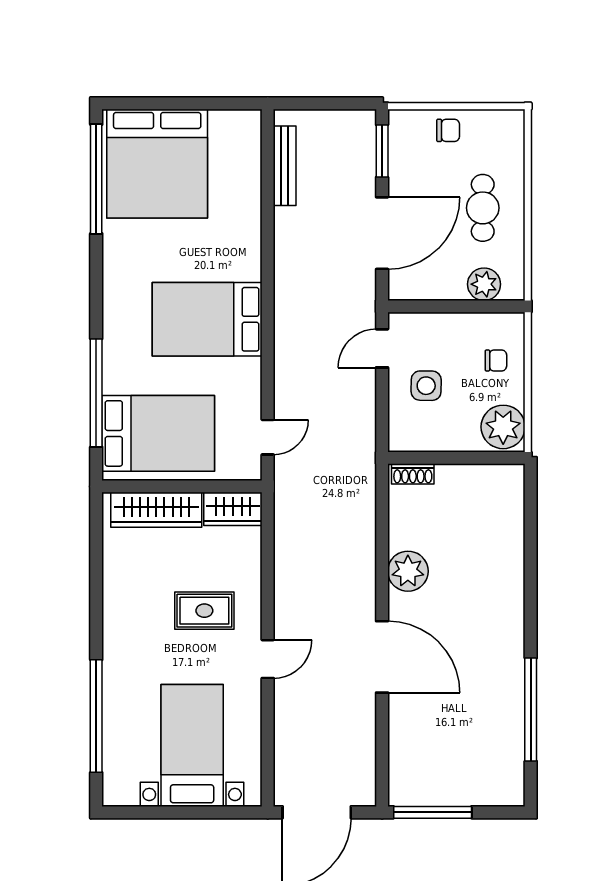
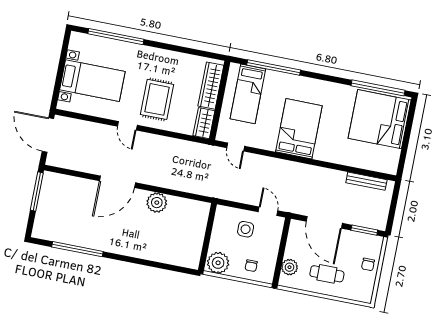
bed: (158, 433) -> (248, 94), width x0.67
shoe rack: (413, 474) -> (204, 214), removed
rug: (204, 611) -> (157, 99), width x1.36, depth x1.43

